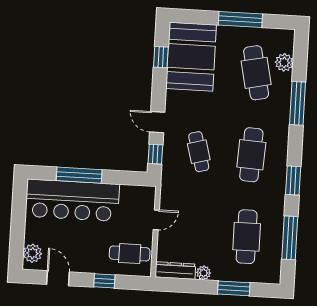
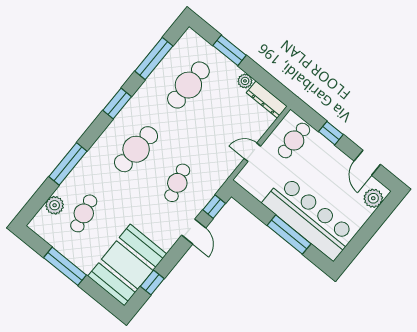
cafe table: (256, 73) -> (84, 213), width x0.73, depth x0.74
cafe table: (130, 254) -> (294, 140), turned 90

